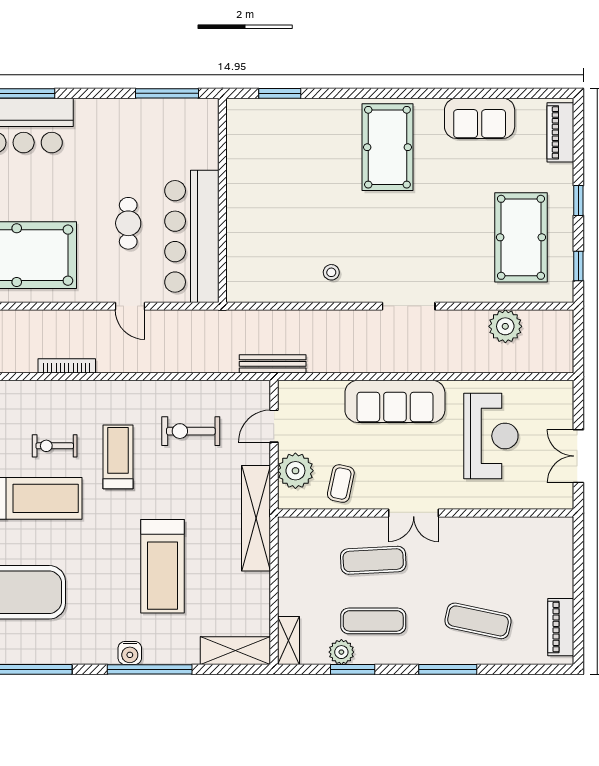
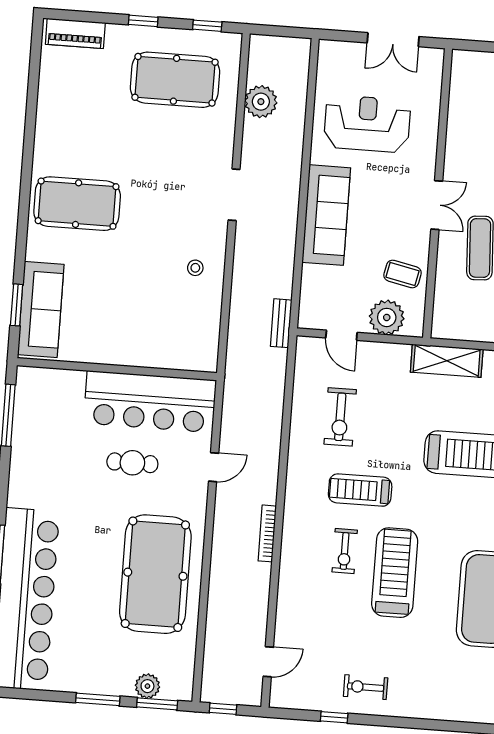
sofa: (480, 118) -> (41, 309), moved, width x1.36
bench: (273, 364) -> (281, 323), width x0.73
shelving: (256, 518) -> (447, 361), width x0.68

